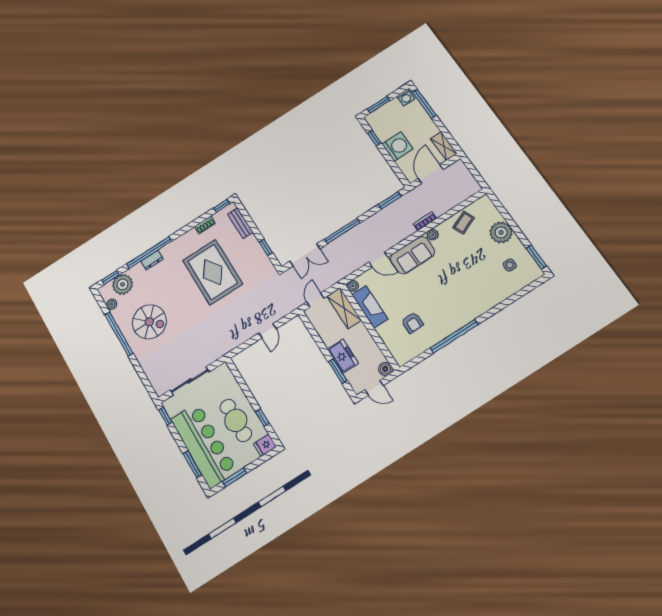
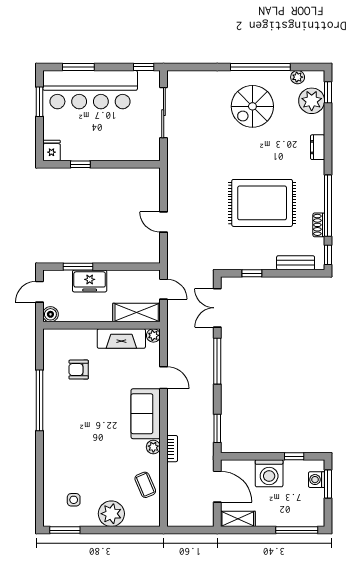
washing machine: (406, 98) -> (317, 480), moved
window: (149, 253) -> (328, 206), moved
door: (378, 260) -> (164, 378), swing flipped
cafe table: (236, 420) -> (94, 136), removed

